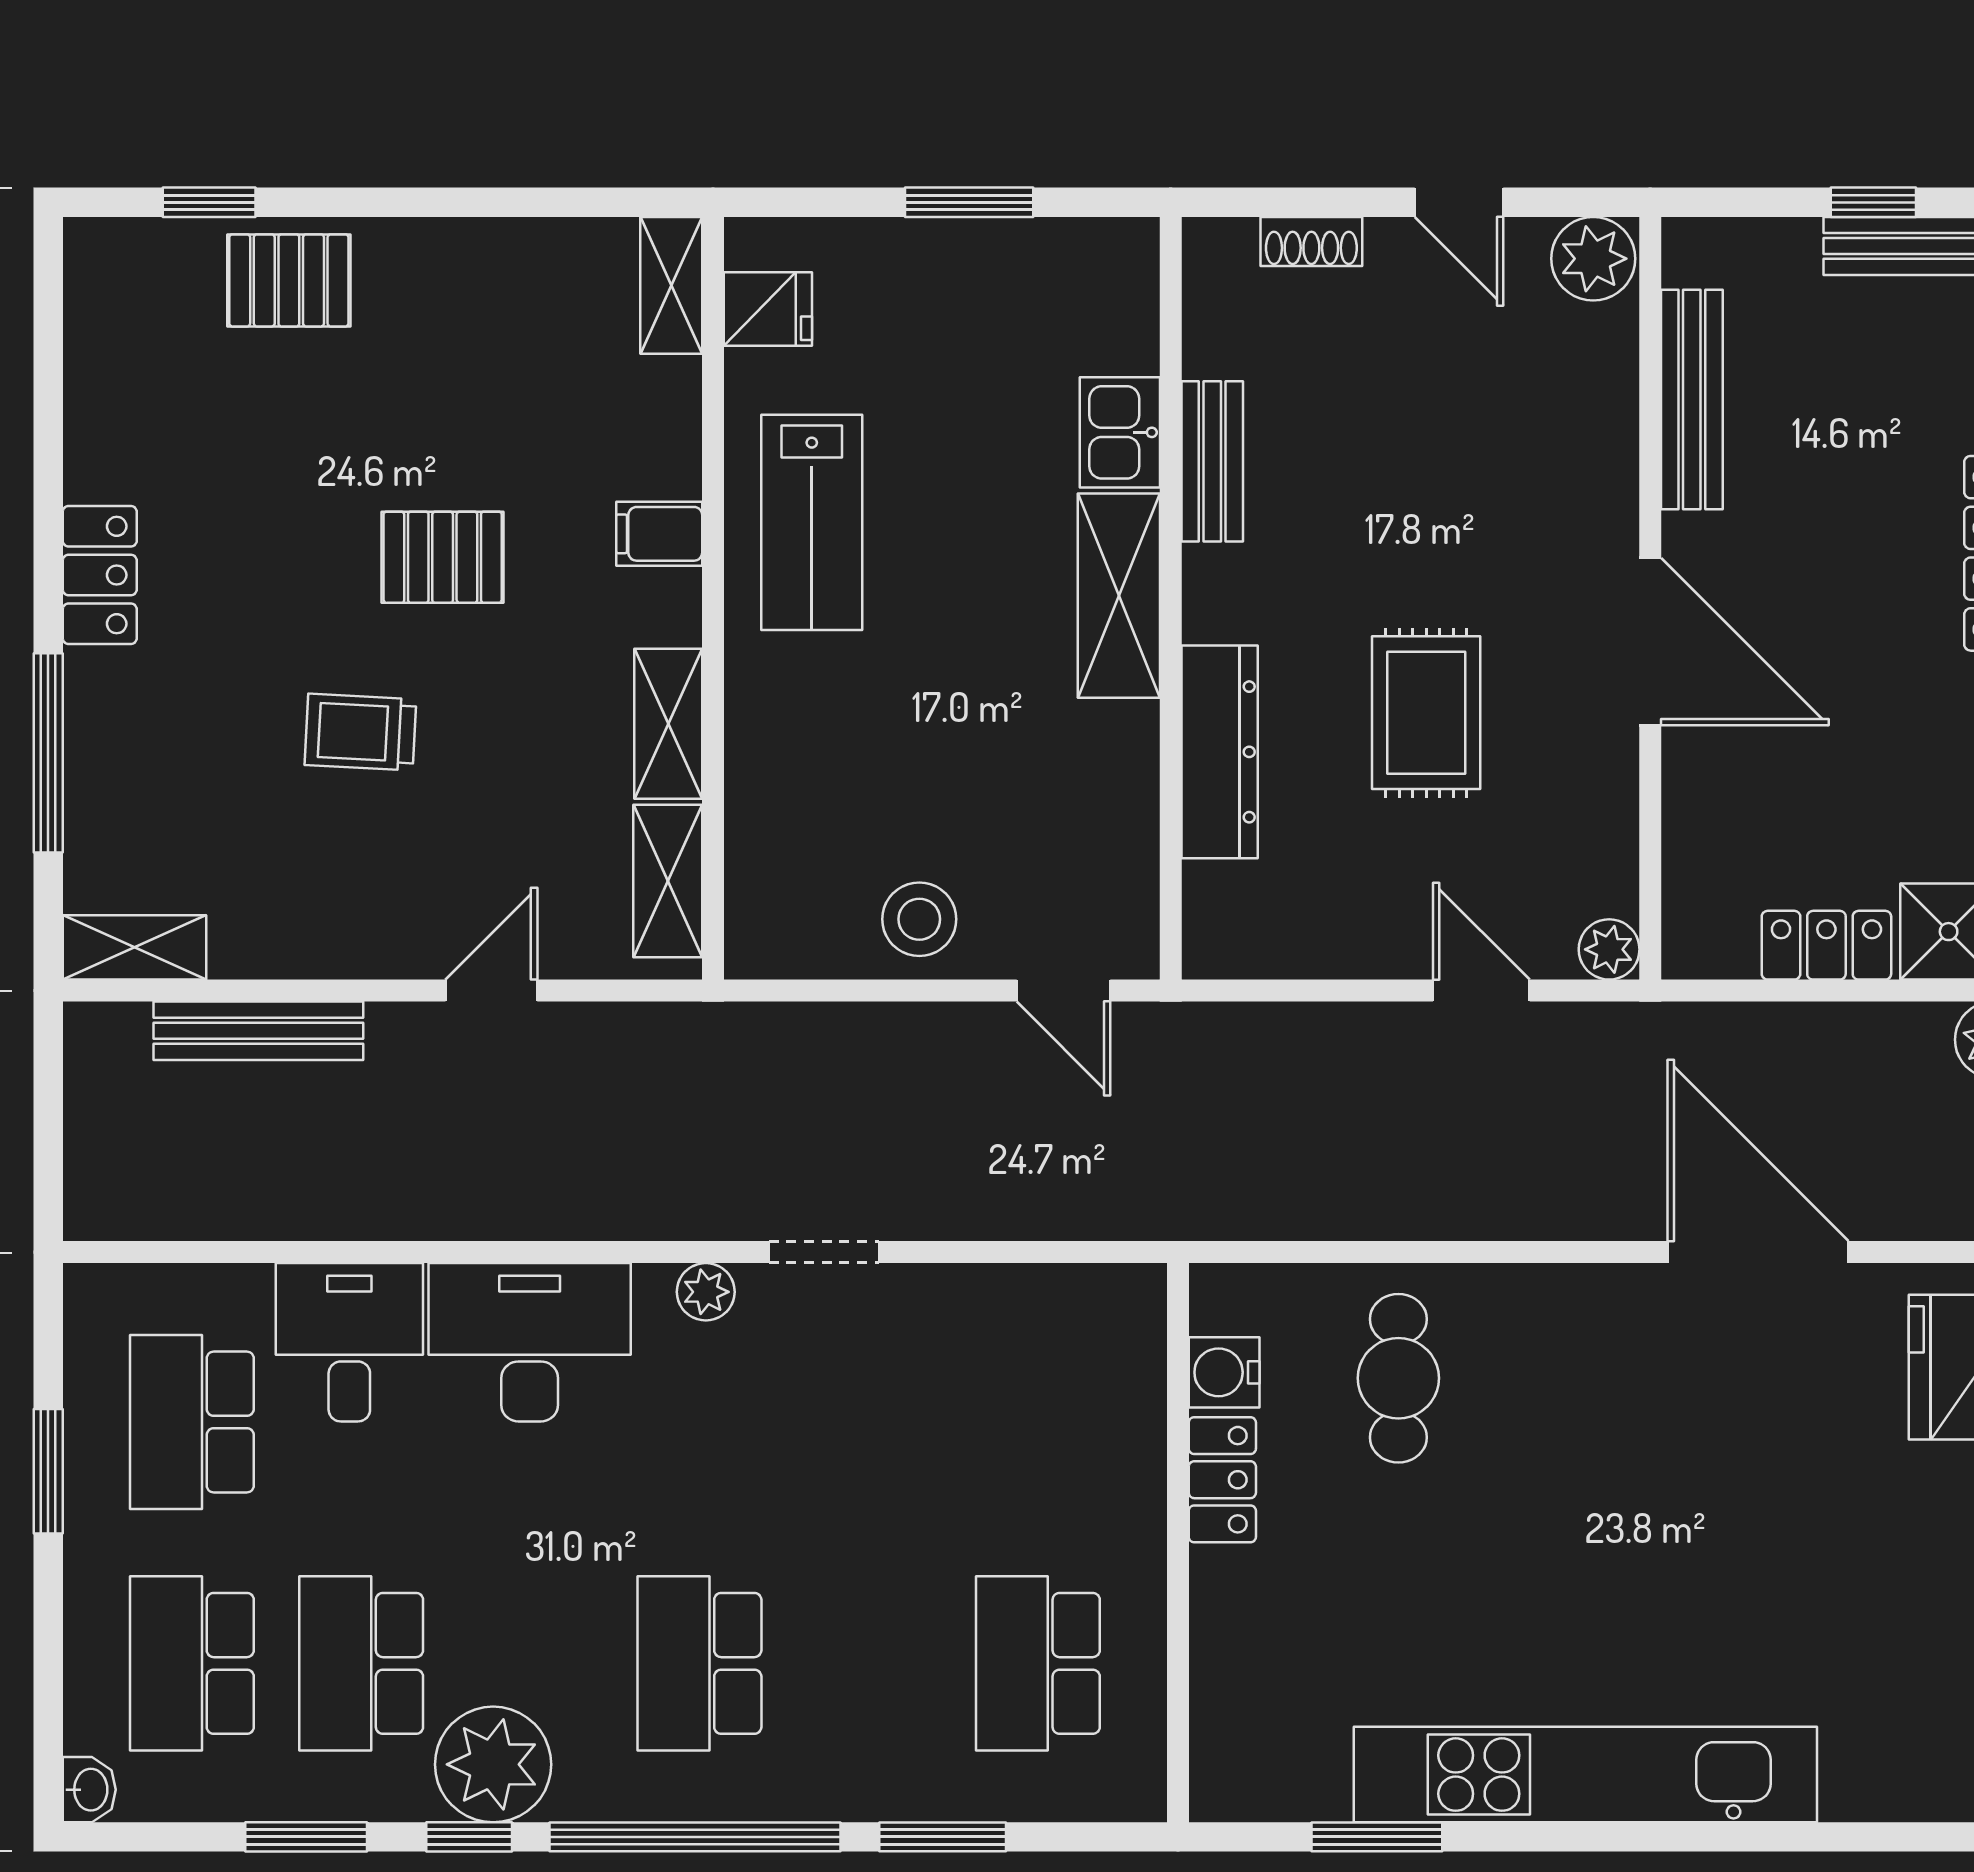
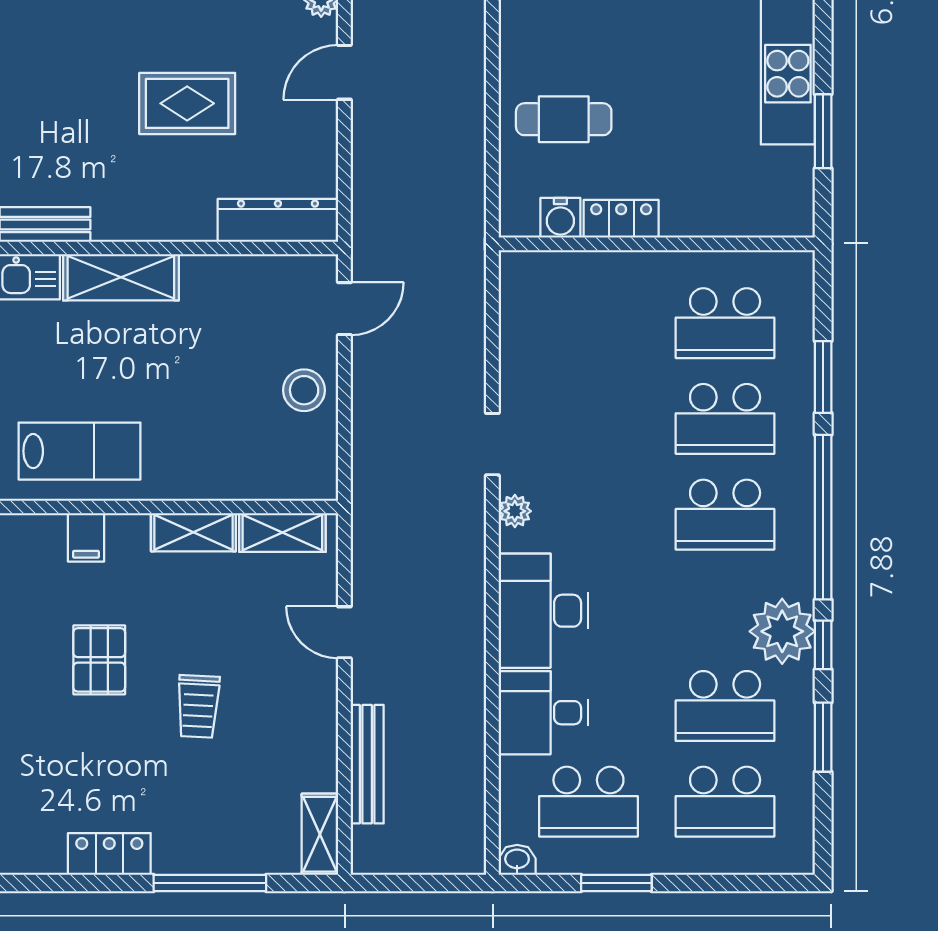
dresser: (1220, 752) -> (278, 220), moved
school desk: (869, 1663) -> (725, 419), added
washbasin: (89, 1790) -> (517, 860), moved

